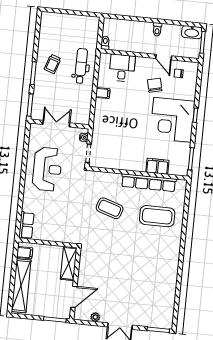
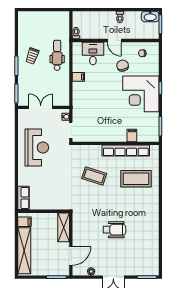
door: (164, 57) -> (114, 40), moved
filing cabinet: (157, 166) -> (132, 136), width x0.50
wheelchair: (127, 272) -> (114, 230), added

